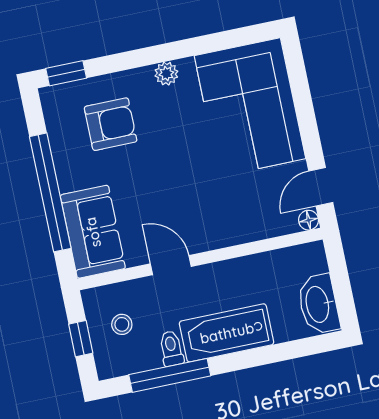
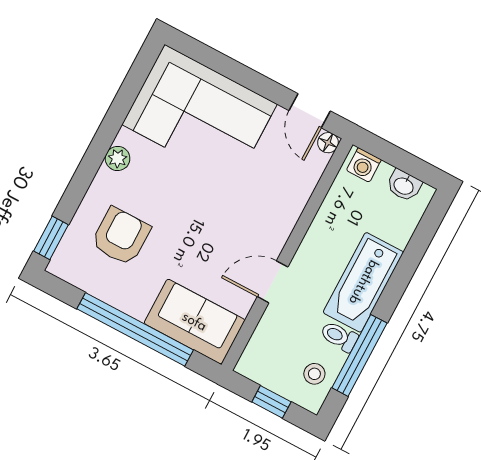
washing machine: (314, 261) -> (364, 165), added
washbasin: (318, 304) -> (404, 186), width x0.52, depth x0.69
stool: (122, 324) -> (314, 374), moved

